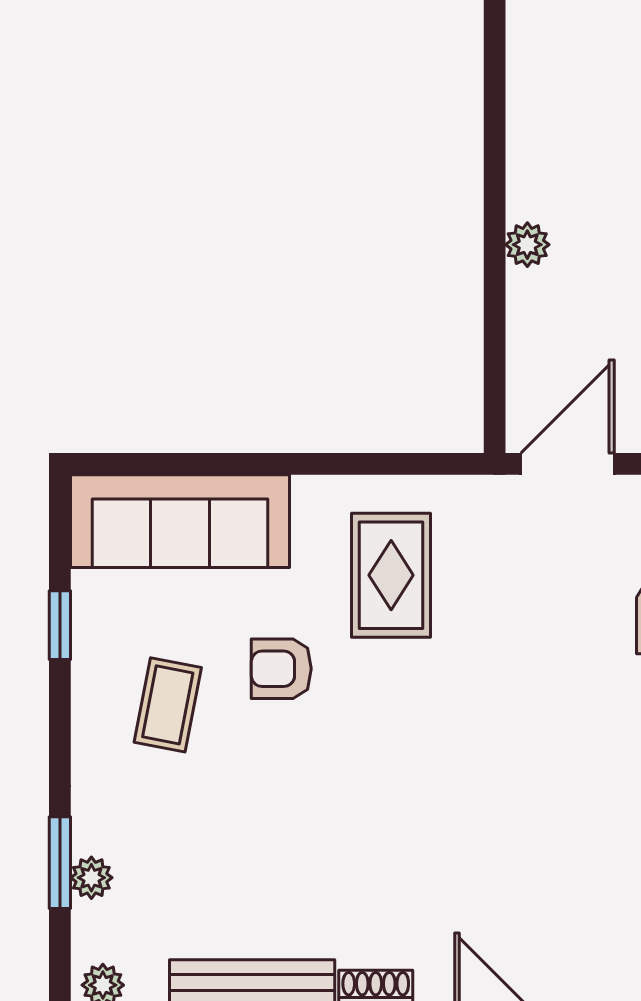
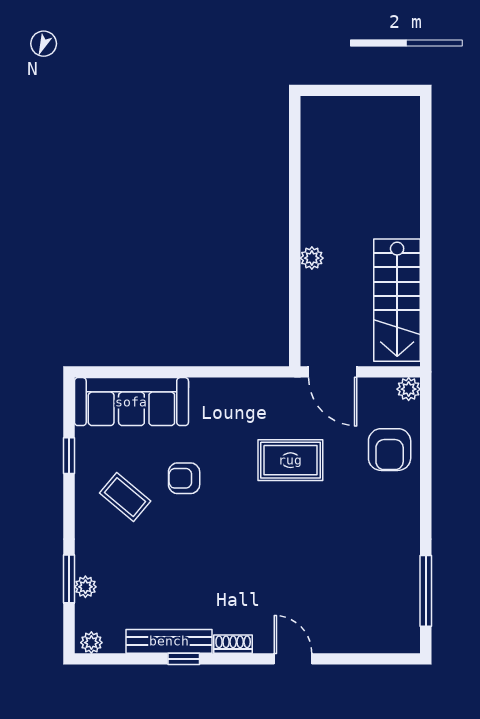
door: (567, 464) -> (333, 372), swing flipped
rug: (391, 575) -> (290, 460), moved, turned 90
coffee table: (168, 705) -> (125, 497), turned -61

